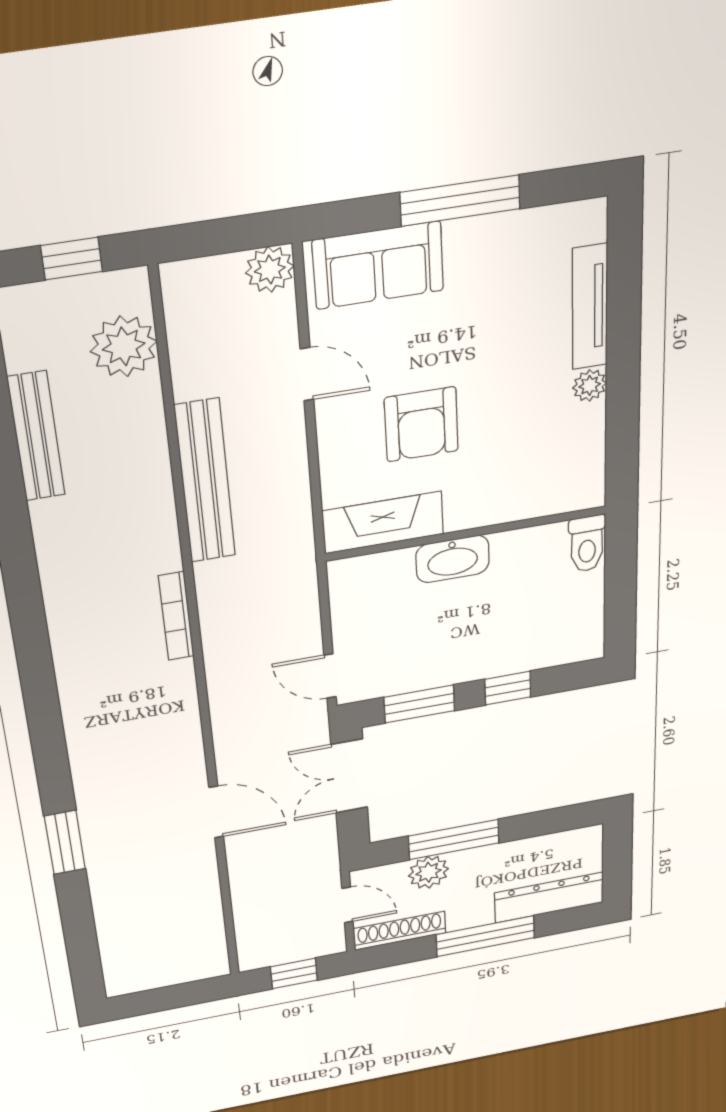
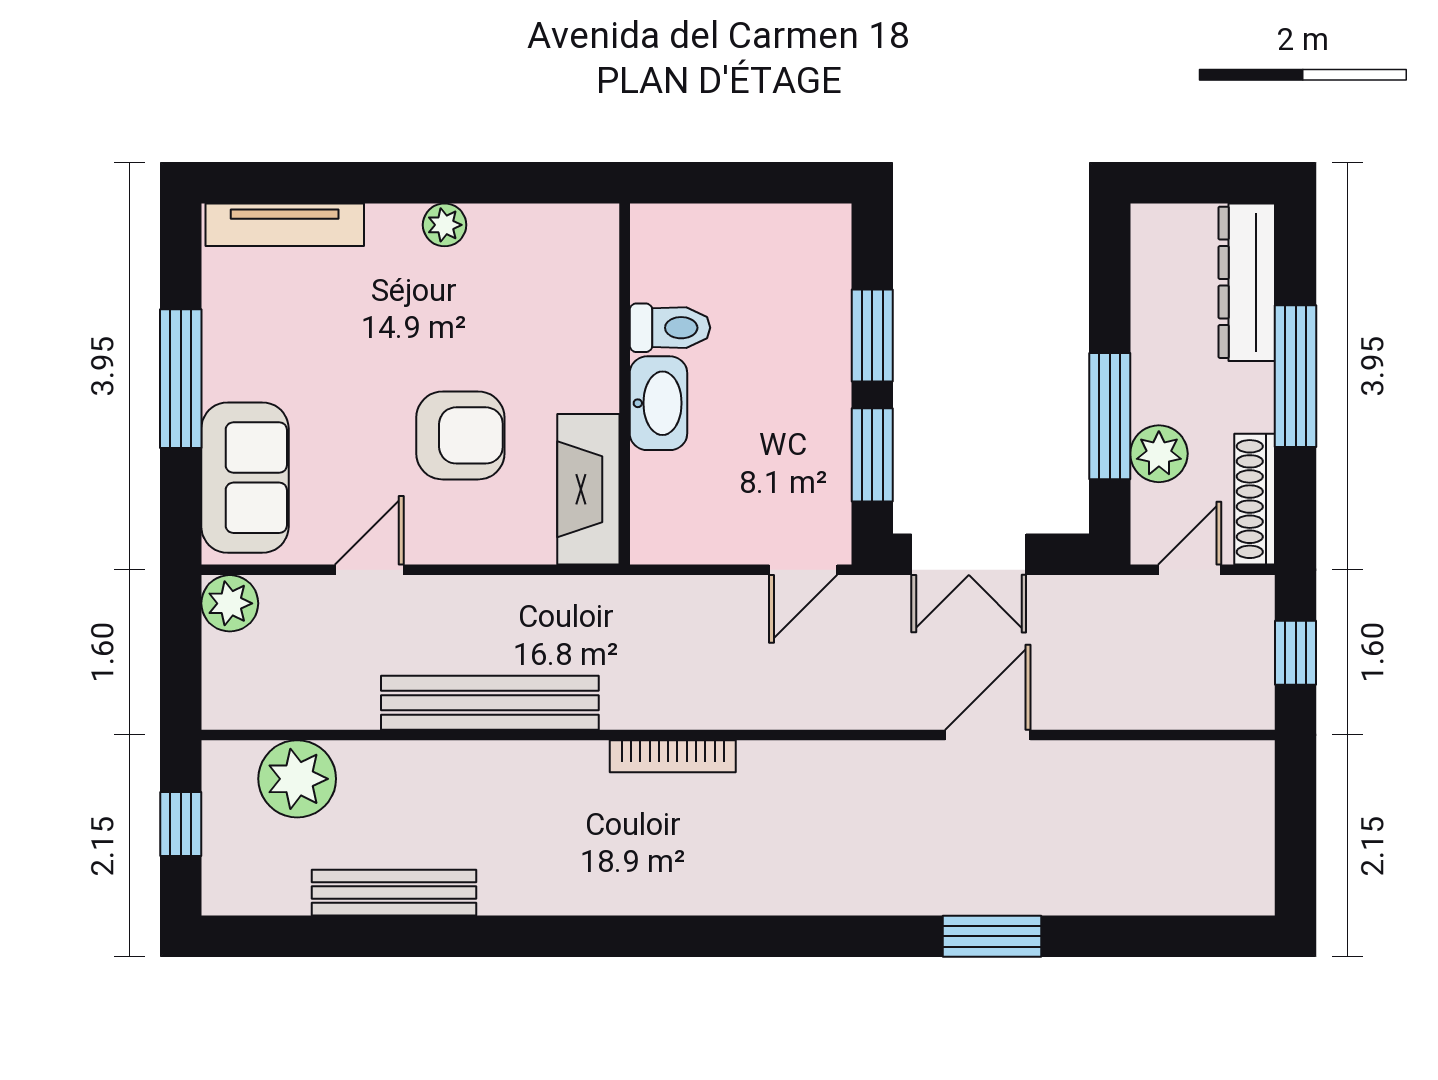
tv unit: (590, 307) -> (285, 225), moved
toilet: (587, 544) -> (670, 328), moved
window: (508, 688) -> (872, 335), width x1.50

